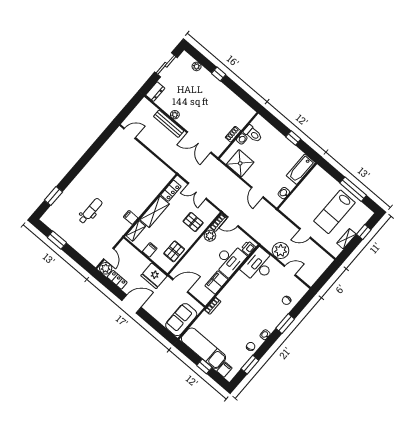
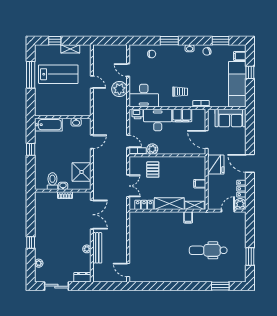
dental chair: (90, 211) -> (208, 250), width x1.36, depth x1.38
pallet: (174, 251) -> (186, 165), removed
trolley: (237, 297) -> (180, 92), added

